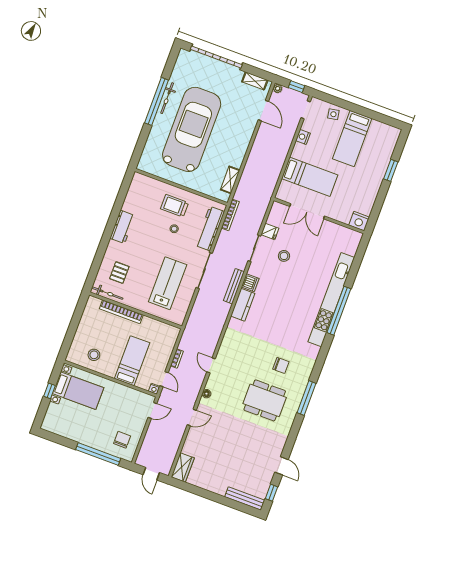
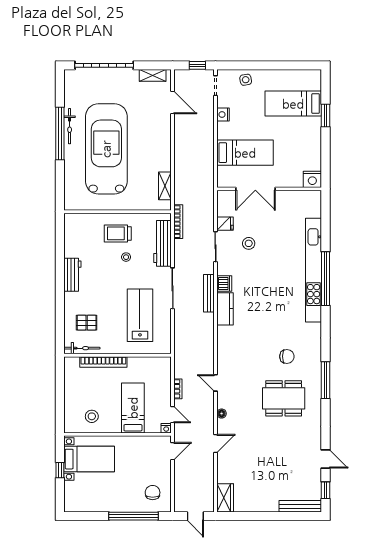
plant: (278, 88) -> (179, 74), removed
bed: (352, 139) -> (293, 104), moved, turned 90
pallet: (119, 273) -> (87, 323), turned 90

